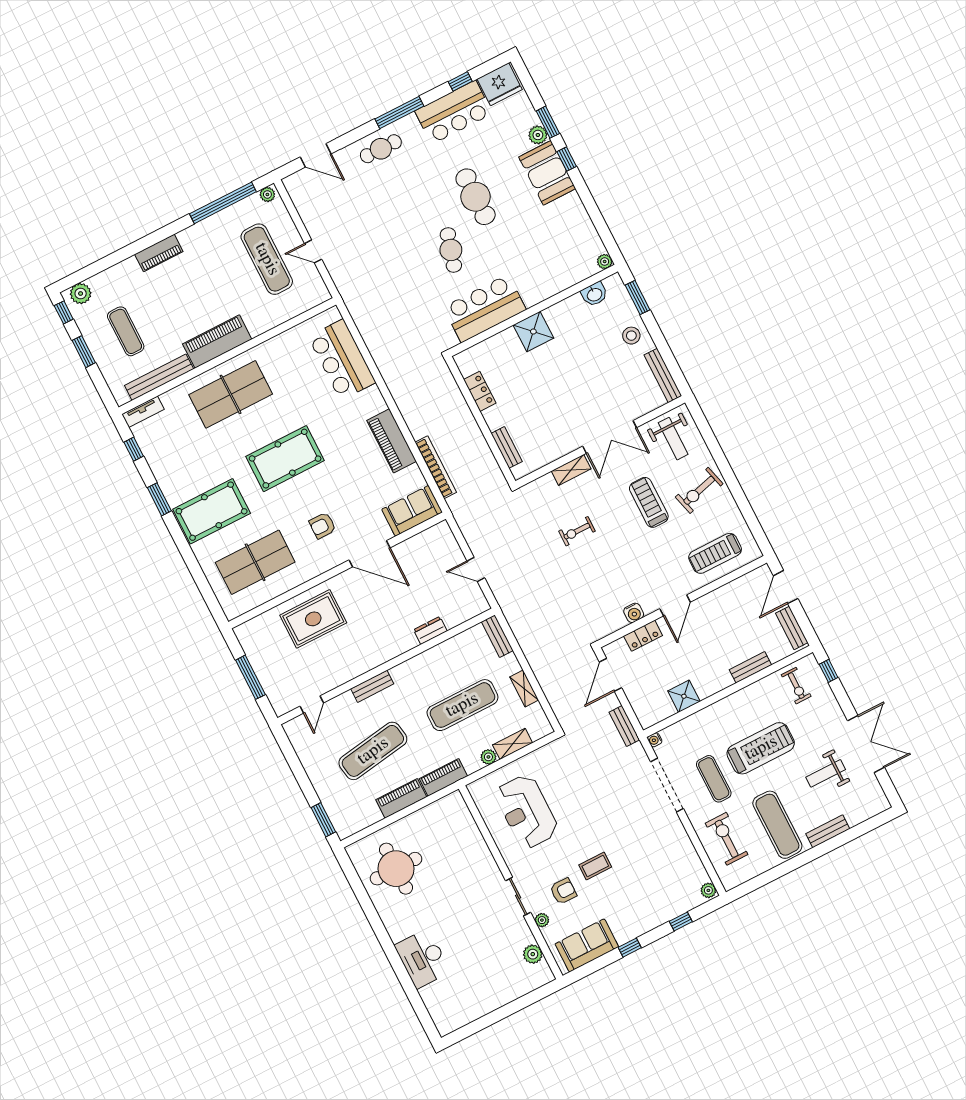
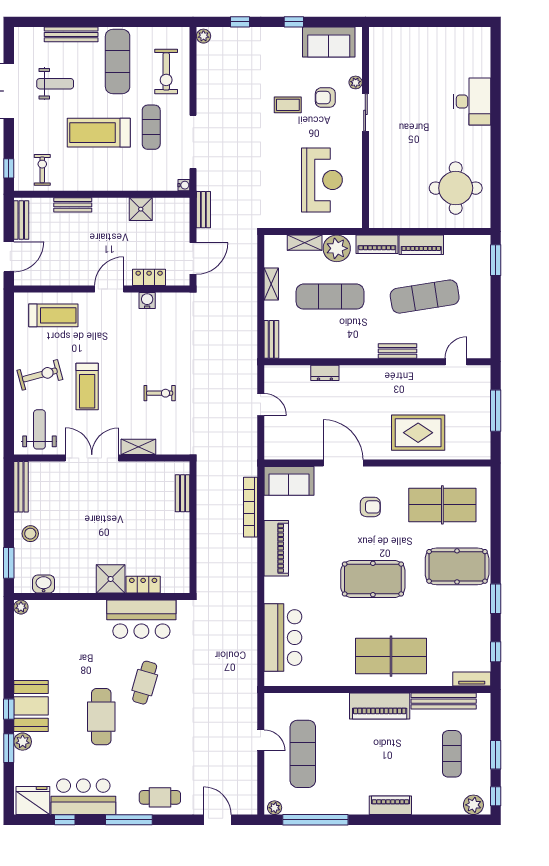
locker: (480, 391) -> (143, 585), moved, turned 90
plant: (488, 757) -> (337, 248), width x1.88, depth x1.88
bench: (828, 831) -> (71, 34), width x1.36
plant: (533, 954) -> (378, 58), removed

